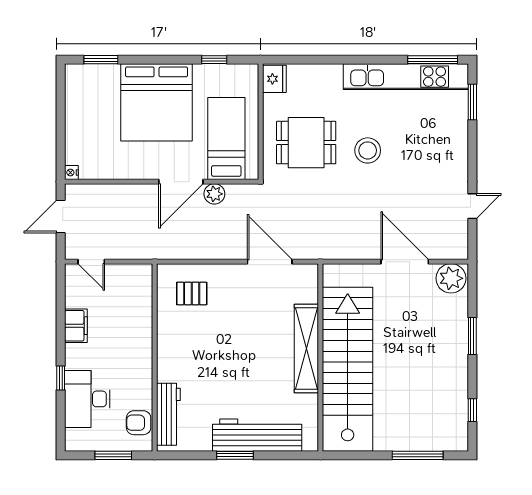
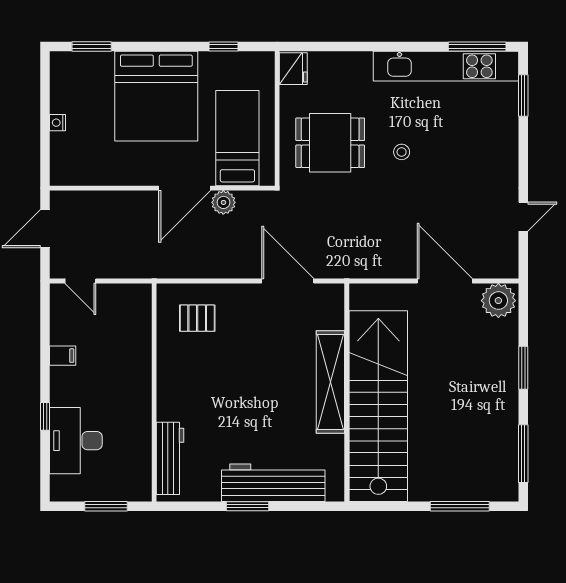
stool: (368, 150) -> (402, 152), width x0.53, depth x0.53
nightstand: (71, 173) -> (57, 123), moved
filing cabinet: (76, 326) -> (63, 356), width x0.50
window: (472, 410) -> (523, 454), width x2.17
armchair: (139, 423) -> (135, 468), removed

